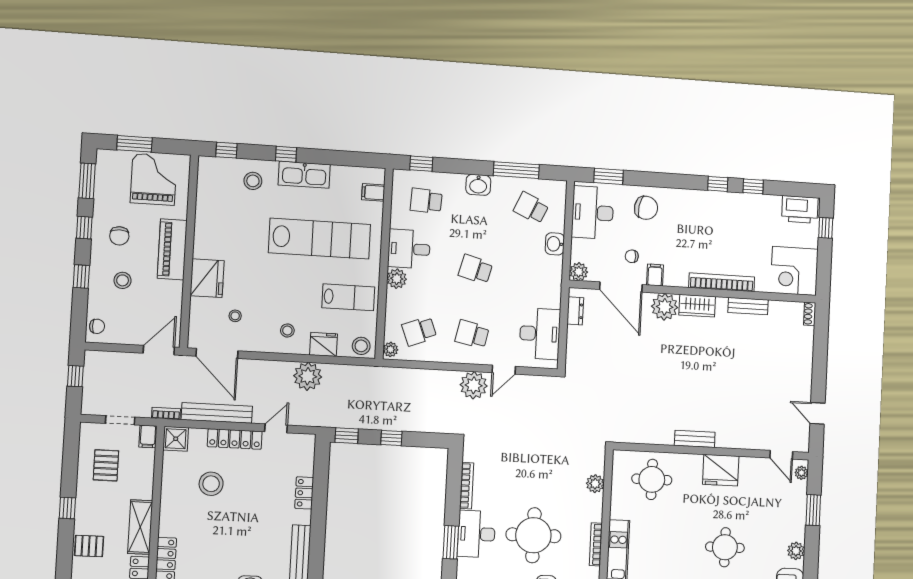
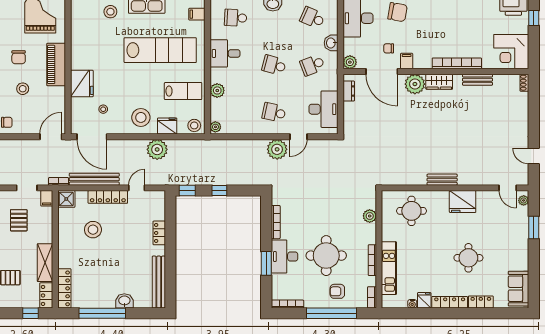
plant: (397, 279) -> (217, 90), moved
stool: (287, 330) -> (141, 117), width x1.89, depth x1.89
school desk: (419, 331) -> (312, 65), moved
plant: (796, 551) -> (522, 258), removed

